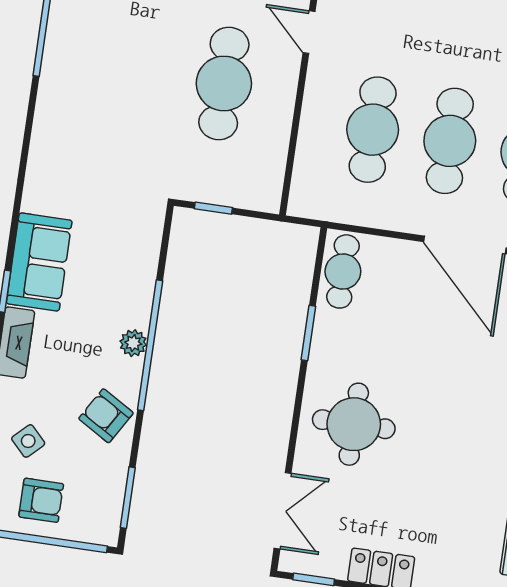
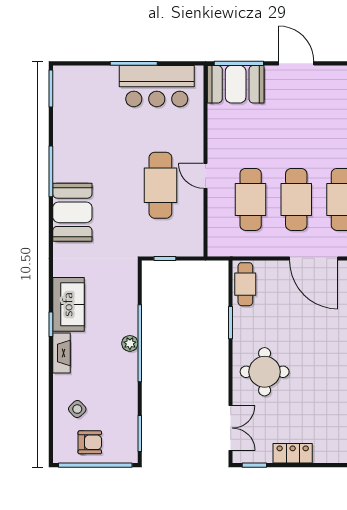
door: (309, 32) -> (205, 176), moved
booth: (69, 107) -> (72, 212), added
armchair: (106, 416) -> (120, 388), removed

